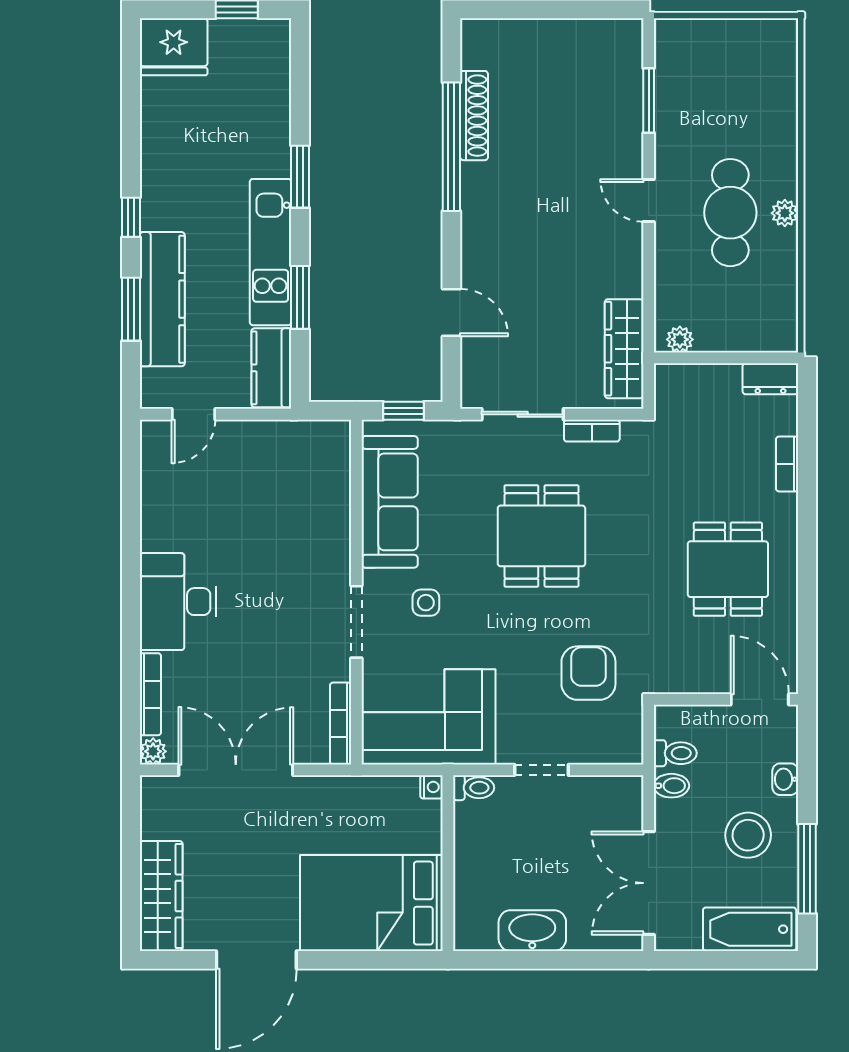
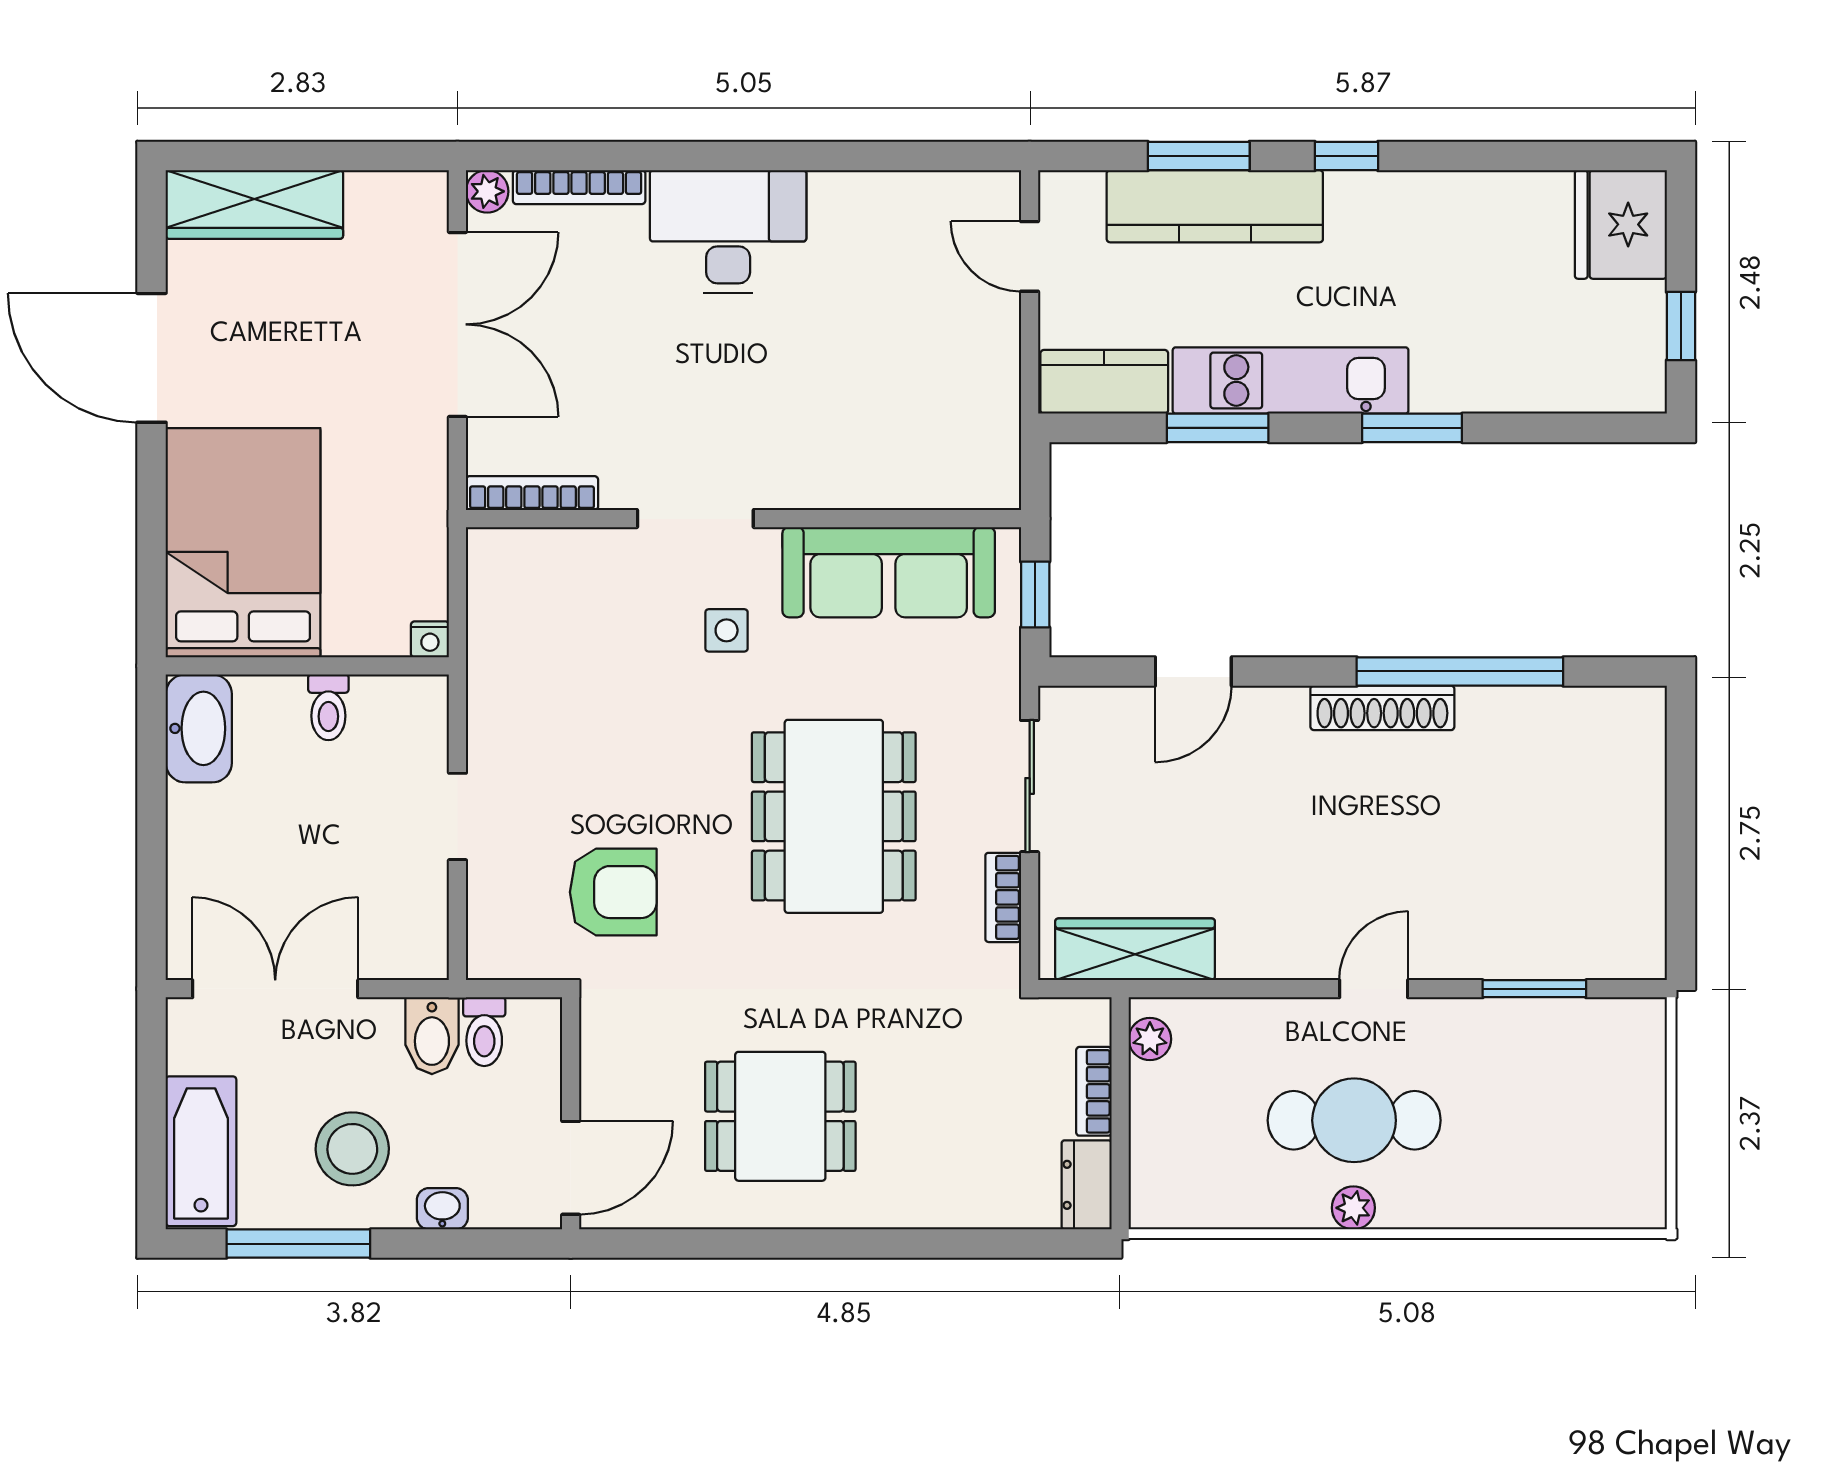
shoe rack: (474, 116) -> (1382, 708), moved
bookcase: (787, 464) -> (1094, 1091), moved, turned -90
dining table: (541, 536) -> (834, 816), width x1.38
corner sofa: (428, 717) -> (543, 635), removed
bidet: (671, 786) -> (432, 1036), width x1.38, depth x1.36
toilet: (474, 788) -> (328, 707), moved
washbasin: (532, 931) -> (199, 728), moved

